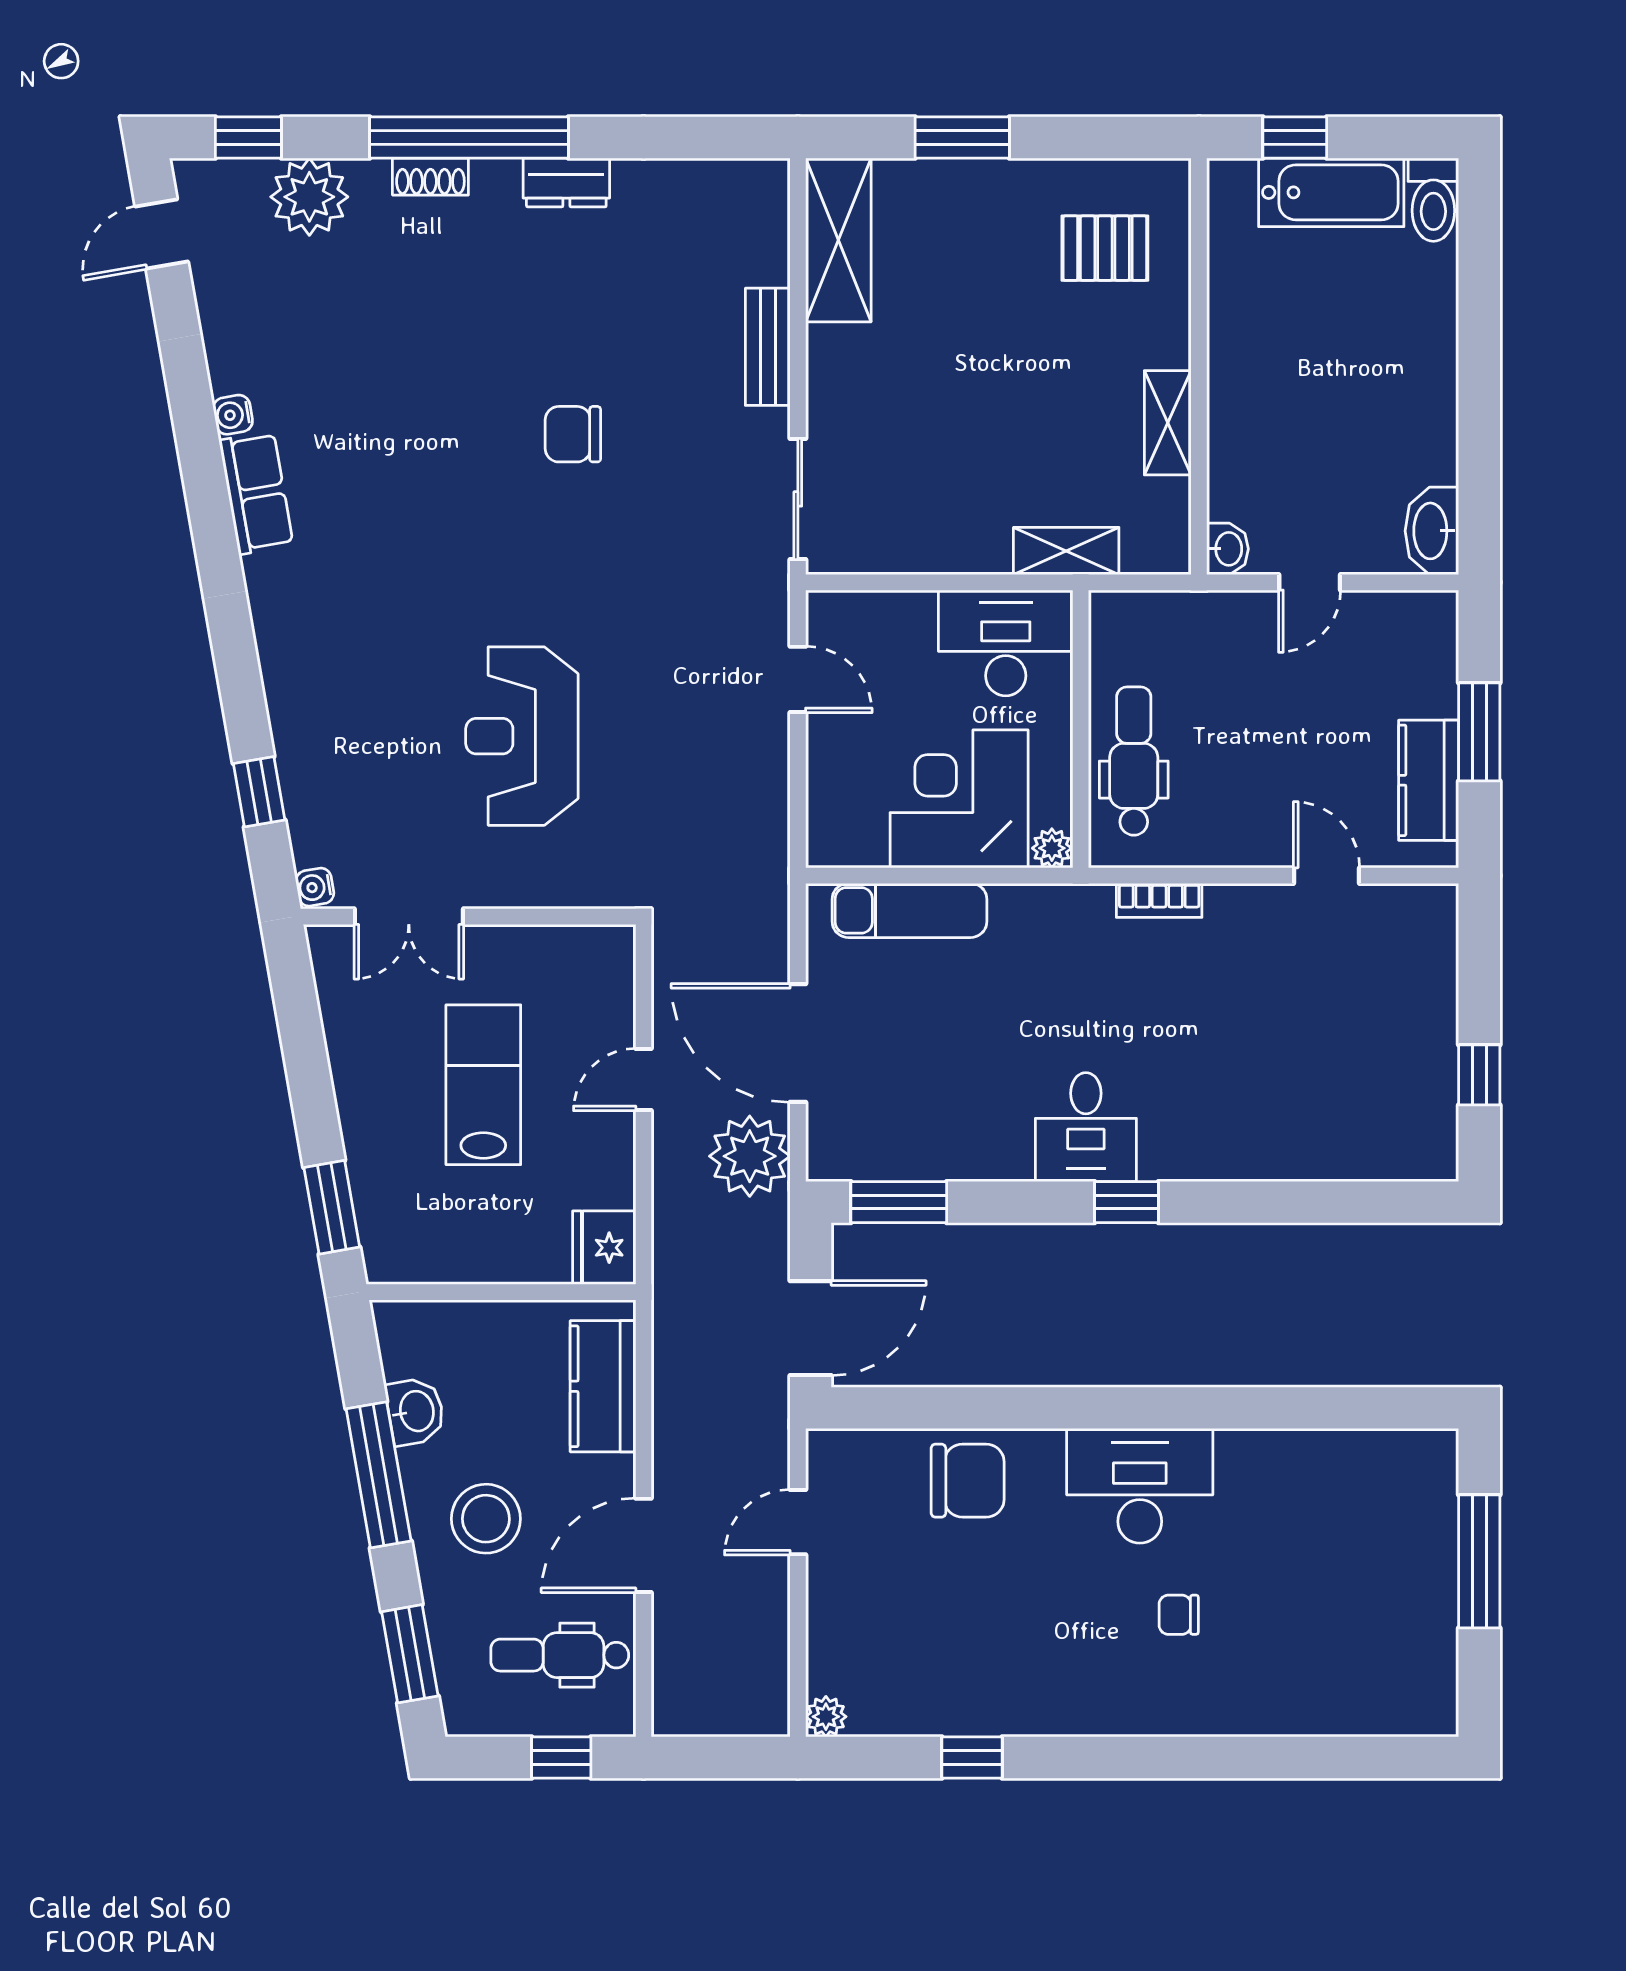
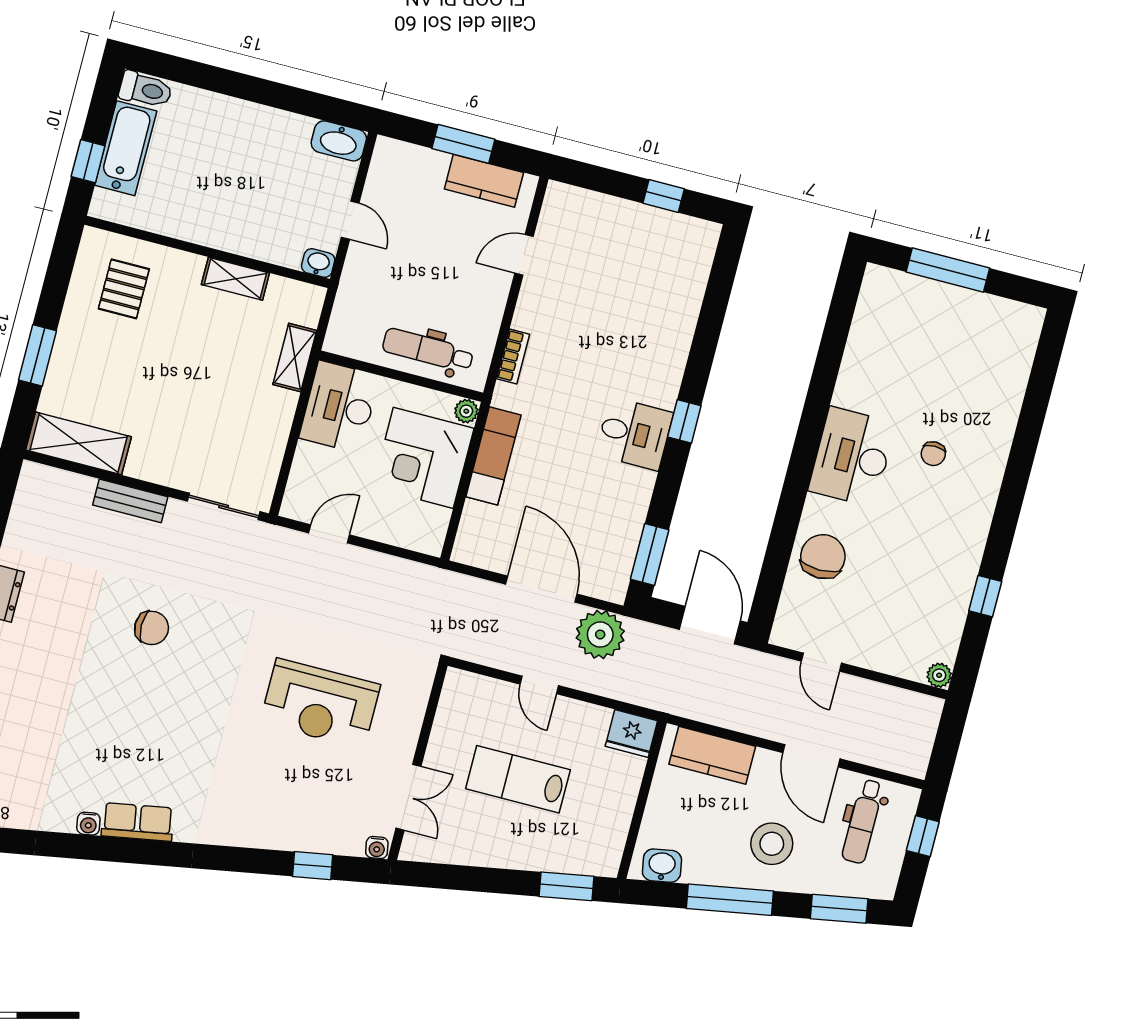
chair: (573, 434) -> (152, 628), turned -90
exam couch: (909, 910) -> (493, 456), moved
door: (798, 1043) -> (541, 589), swing flipped
washbasin: (415, 1411) -> (662, 866), moved

